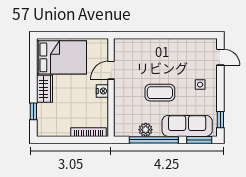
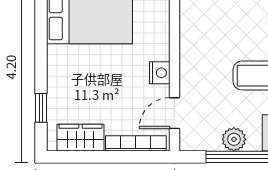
door: (111, 70) -> (174, 113), moved
wardrobe: (45, 89) -> (81, 138), moved, turned -90

